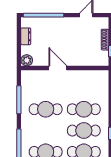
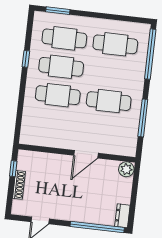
dresser: (26, 36) -> (122, 216), moved
door: (58, 68) -> (86, 154), hinge flipped

